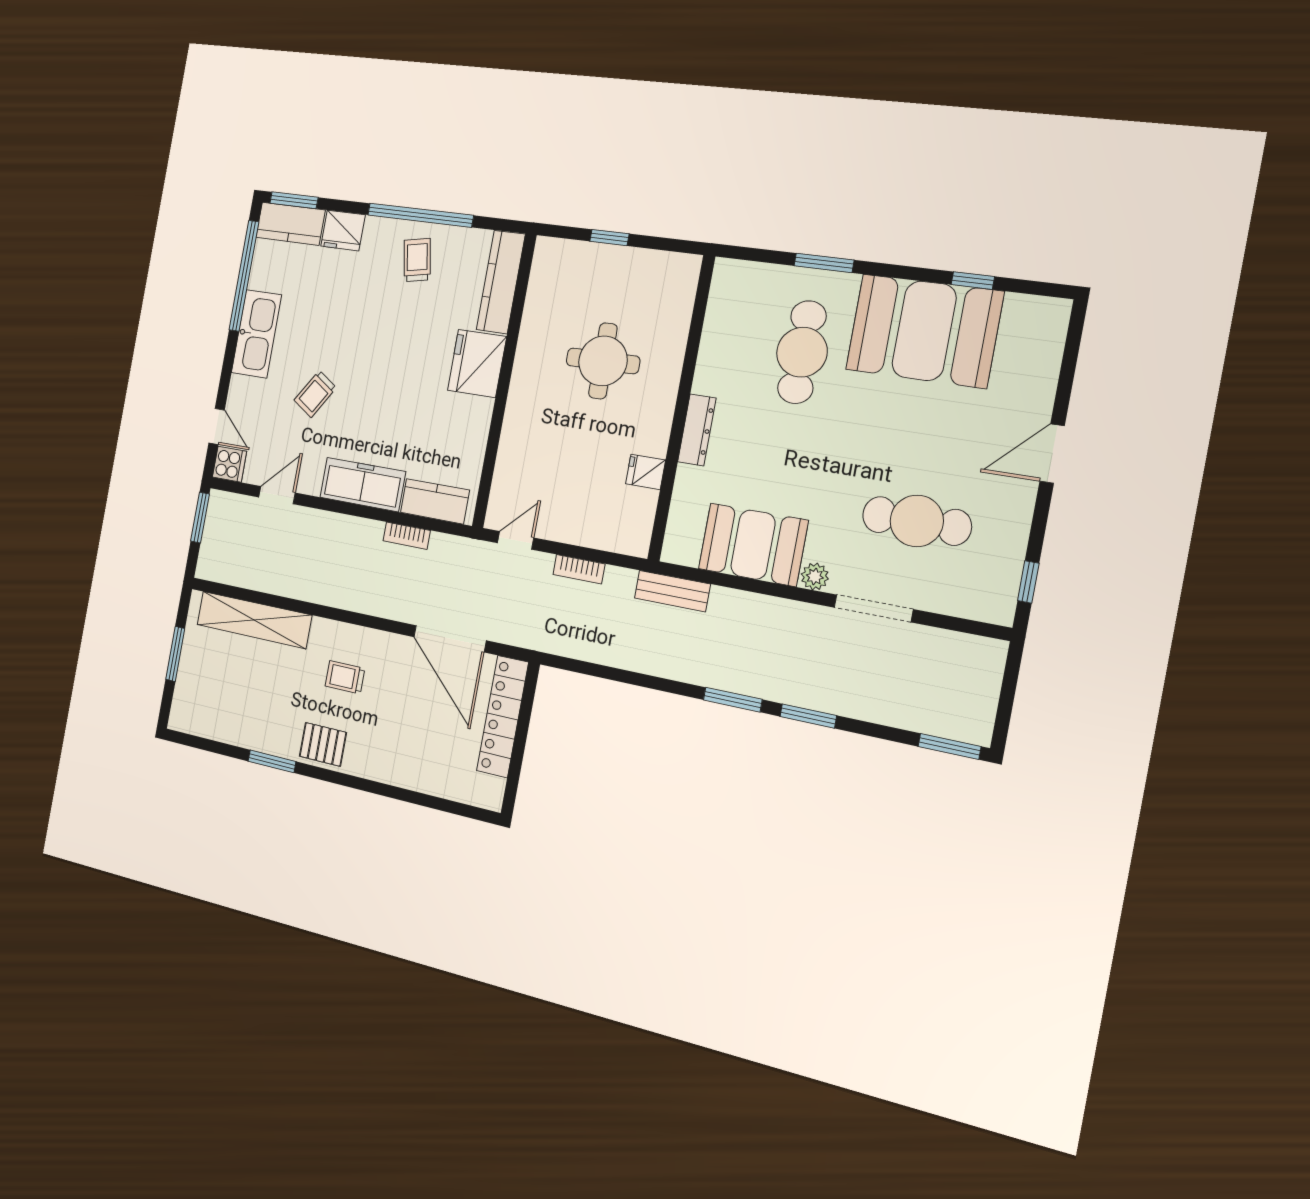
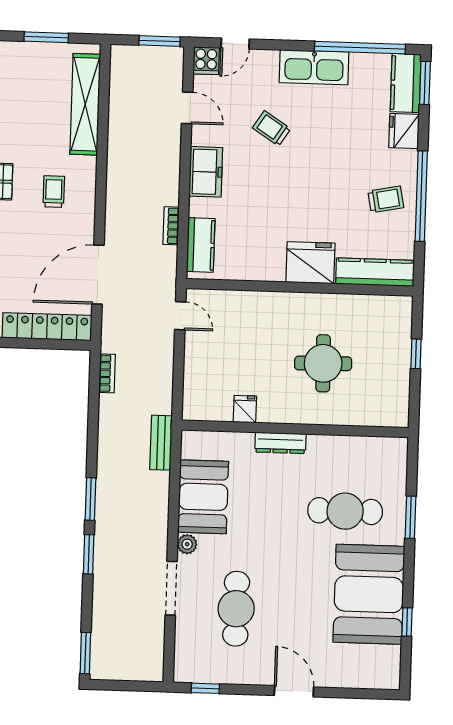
freezer: (363, 485) -> (206, 172), width x0.71
bookcase: (579, 569) -> (107, 373), moved, turned 180

